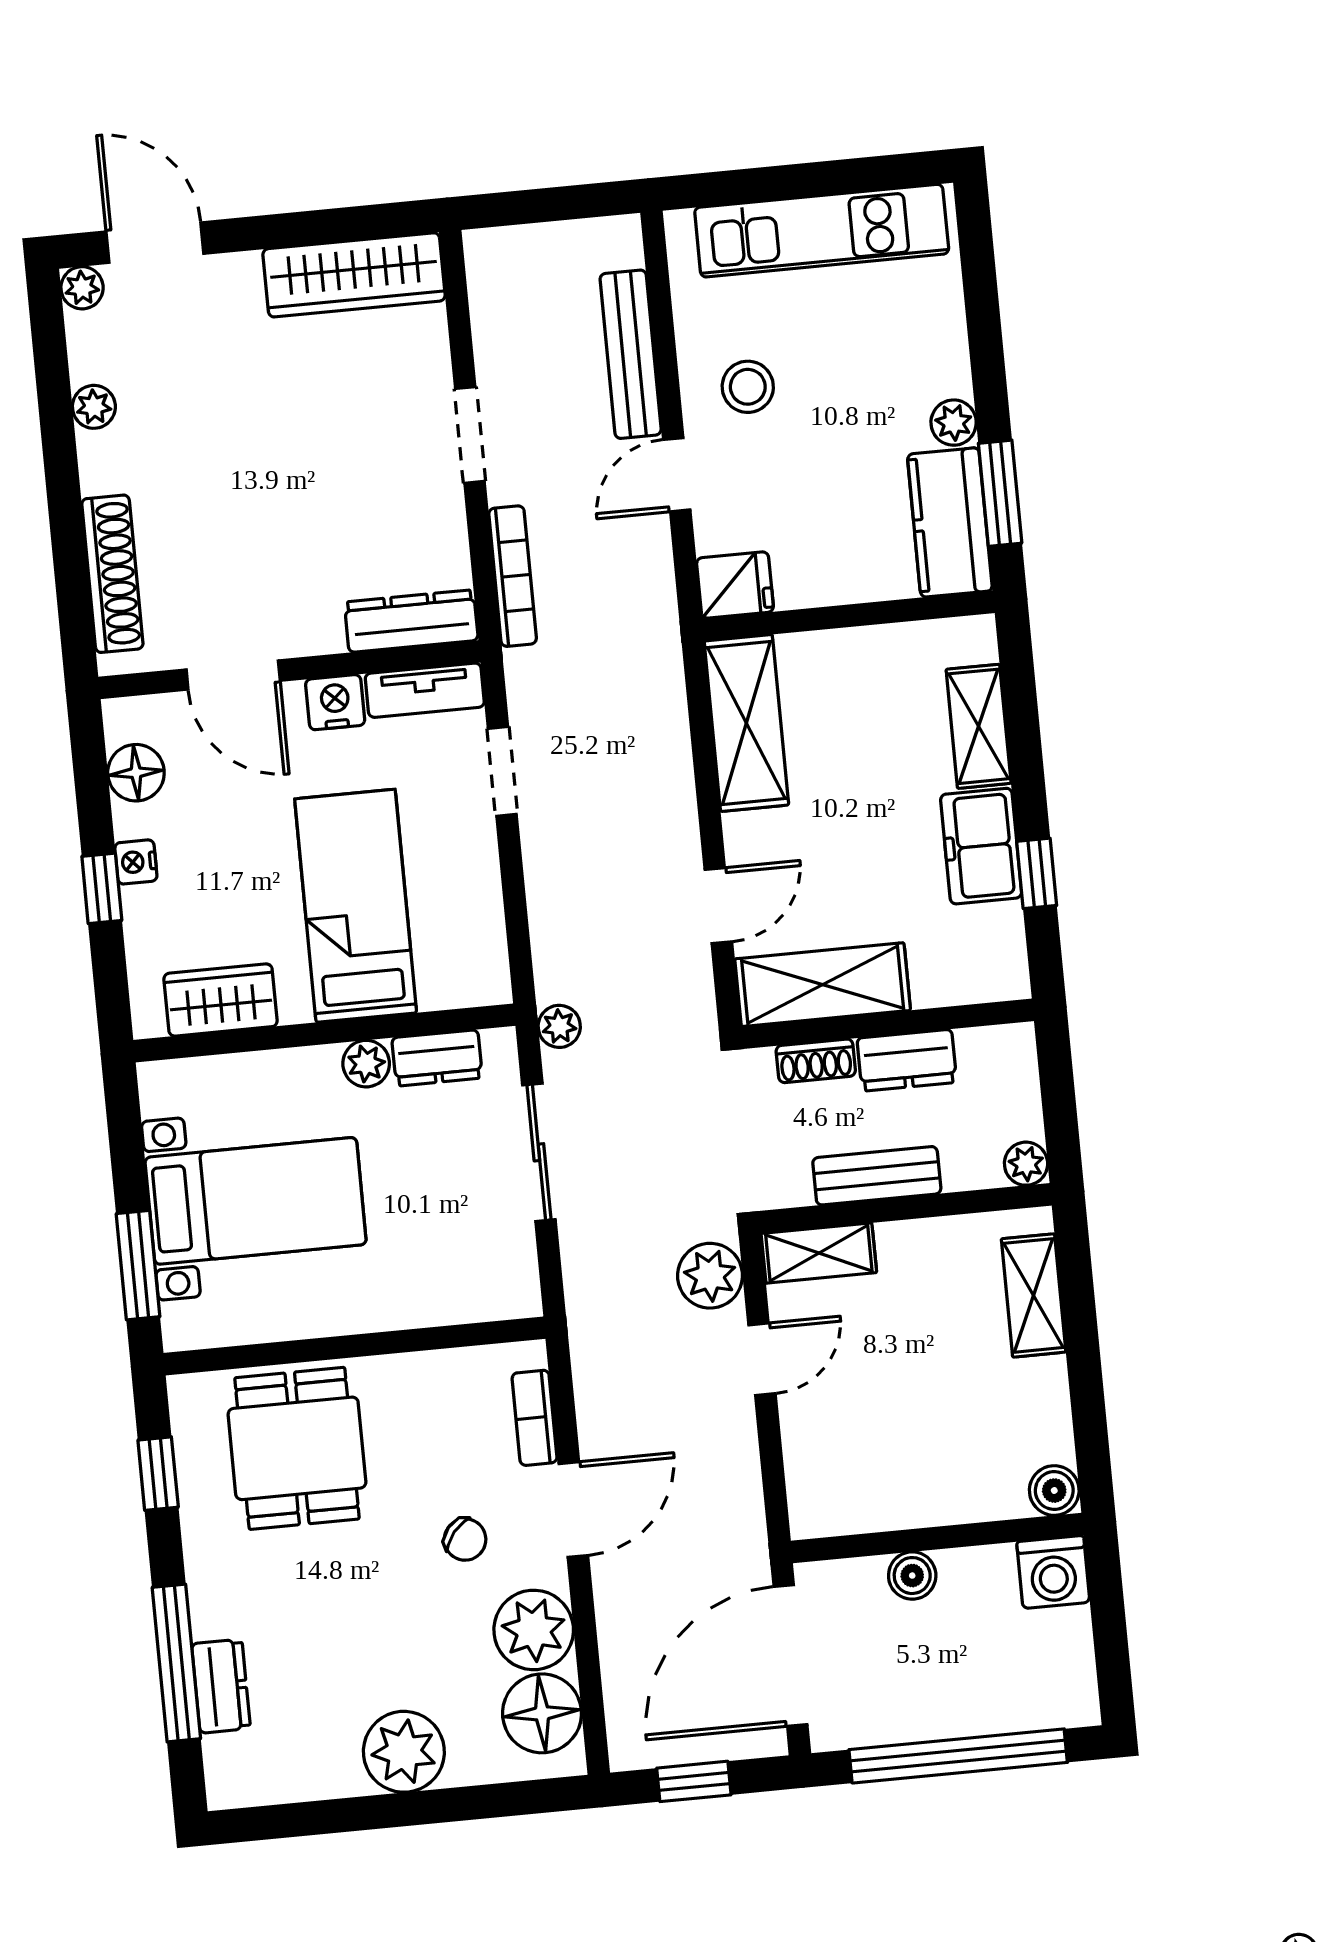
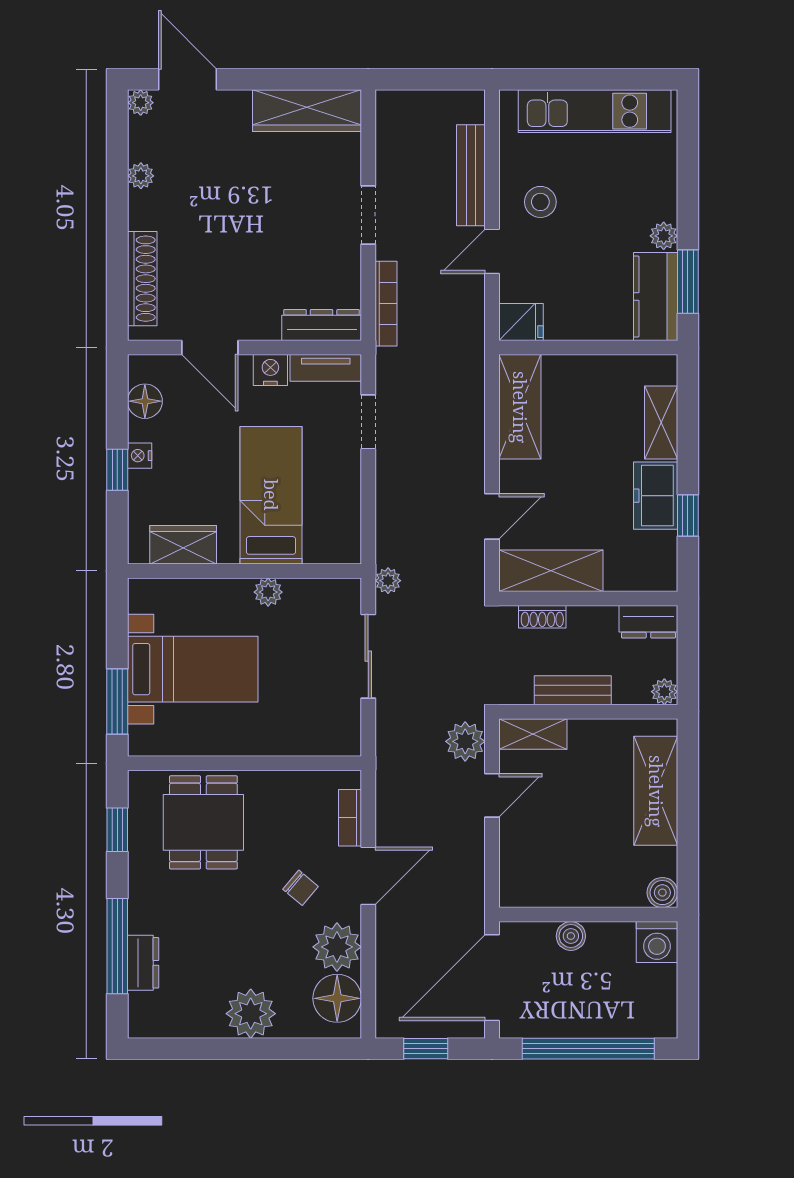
dresser: (437, 1058) -> (312, 593), removed
dresser: (907, 1060) -> (648, 622), moved
shelving: (1034, 1295) -> (656, 791), width x1.50, depth x1.33

